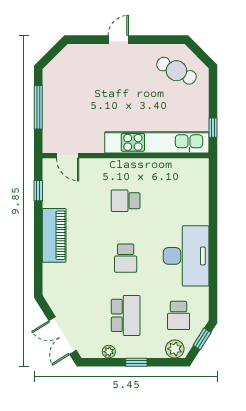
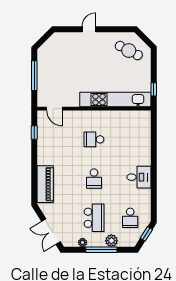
piano: (54, 235) -> (45, 184), moved
desk: (186, 256) -> (139, 177), width x0.53, depth x0.77
plant: (175, 349) -> (111, 241), moved
window: (136, 362) -> (101, 250), width x2.17

